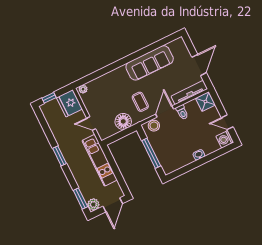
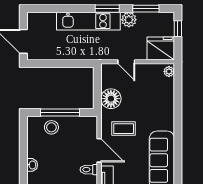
door: (91, 123) -> (126, 62), swing flipped
stool: (154, 126) -> (51, 127), moved
kitchen unit: (100, 160) -> (88, 21), moved, turned 180
window: (80, 198) -> (146, 9), moved
plant: (93, 204) -> (129, 20), moved

